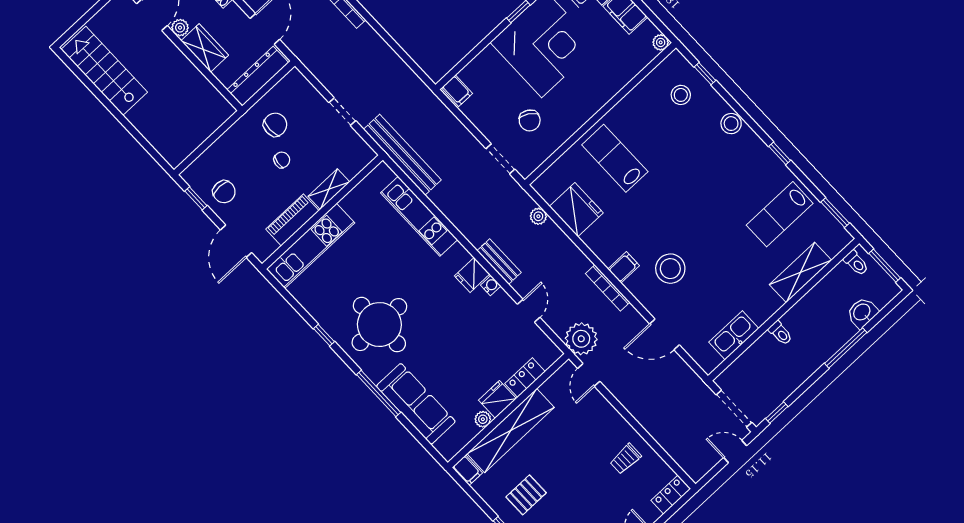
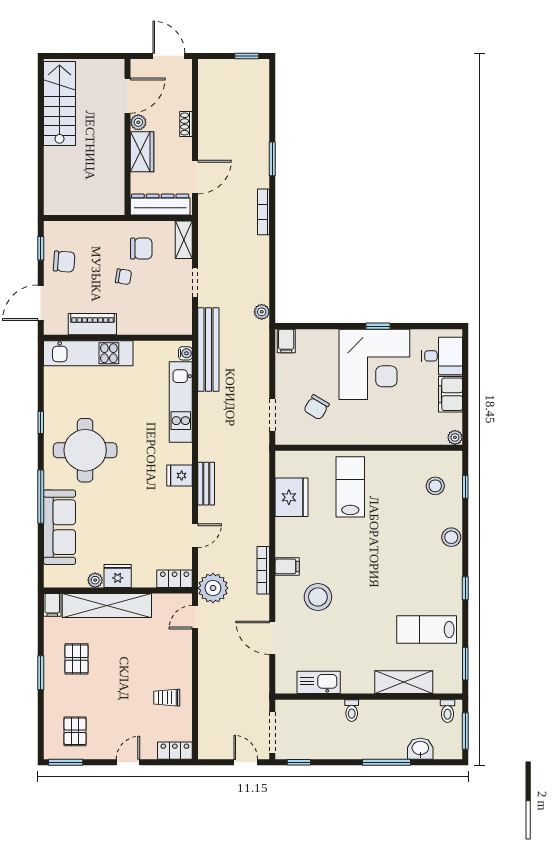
shelving: (329, 189) -> (184, 240), moved, turned 90
chair: (224, 192) -> (64, 262), turned -86
plant: (538, 216) -> (262, 312), moved
water cooler: (491, 286) -> (185, 353), moved
locker: (525, 378) -> (175, 579), moved
pallet: (526, 495) -> (76, 659), turned 90

